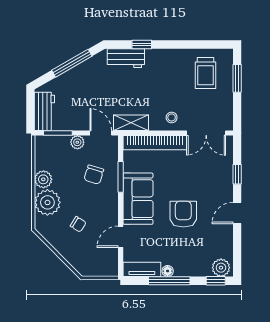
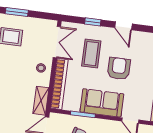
coffee table: (198, 178) -> (91, 54), added
armchair: (183, 214) -> (119, 69), turned 90

